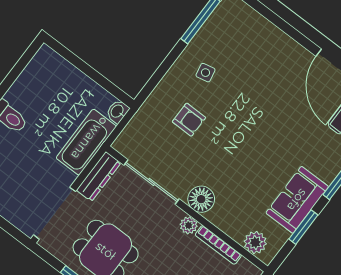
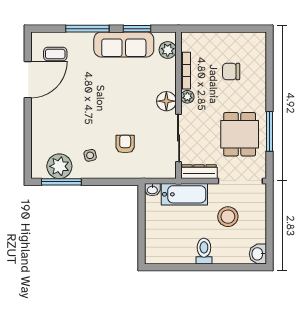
plant: (219, 31) -> (59, 166), added
stool: (26, 171) -> (228, 217), added
sofa: (297, 200) -> (124, 44), width x1.36

